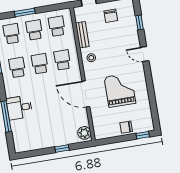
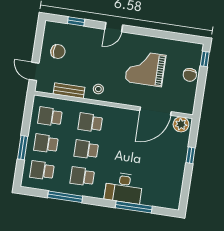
door: (86, 94) -> (156, 111), moved
desk: (19, 108) -> (124, 188), width x1.37

